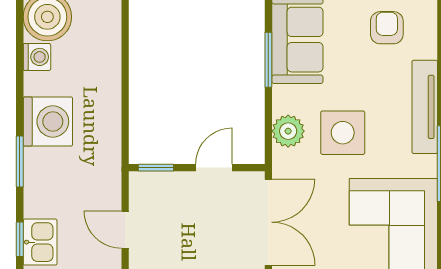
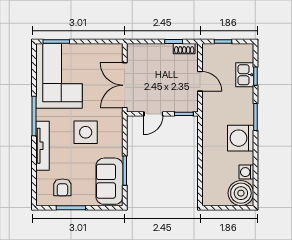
plant: (288, 131) -> (114, 133), removed

